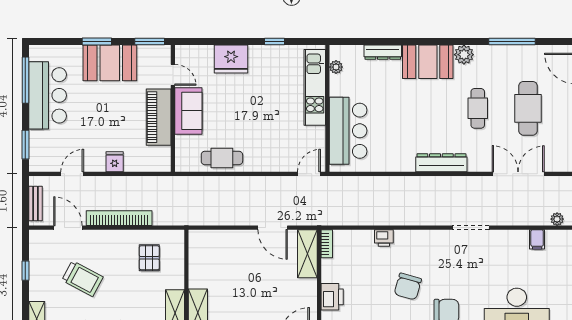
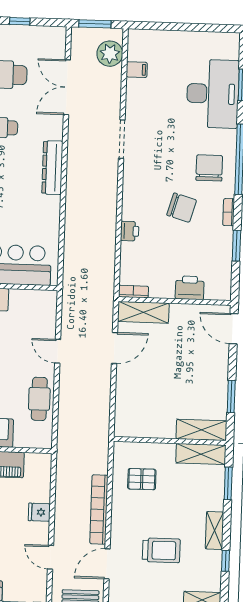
door: (309, 174) -> (58, 351), moved
plant: (557, 219) -> (110, 54), width x1.88, depth x1.88
trolley: (82, 279) -> (161, 550), turned 62

